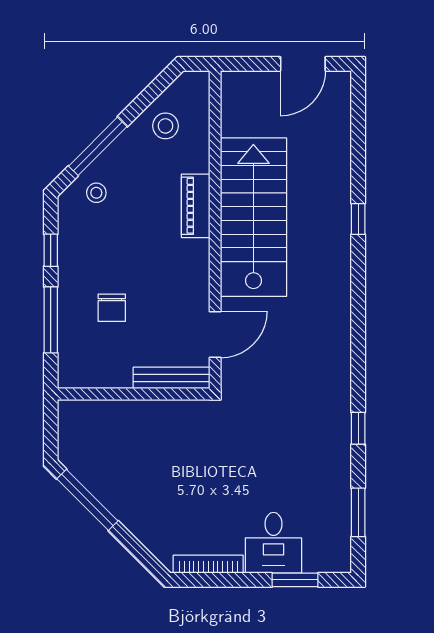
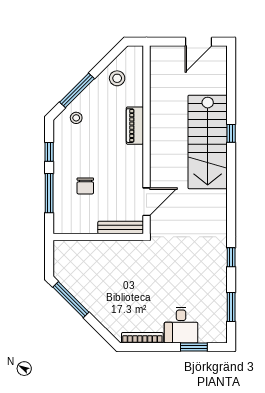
stairs: (253, 217) -> (208, 142), moved, turned 180

